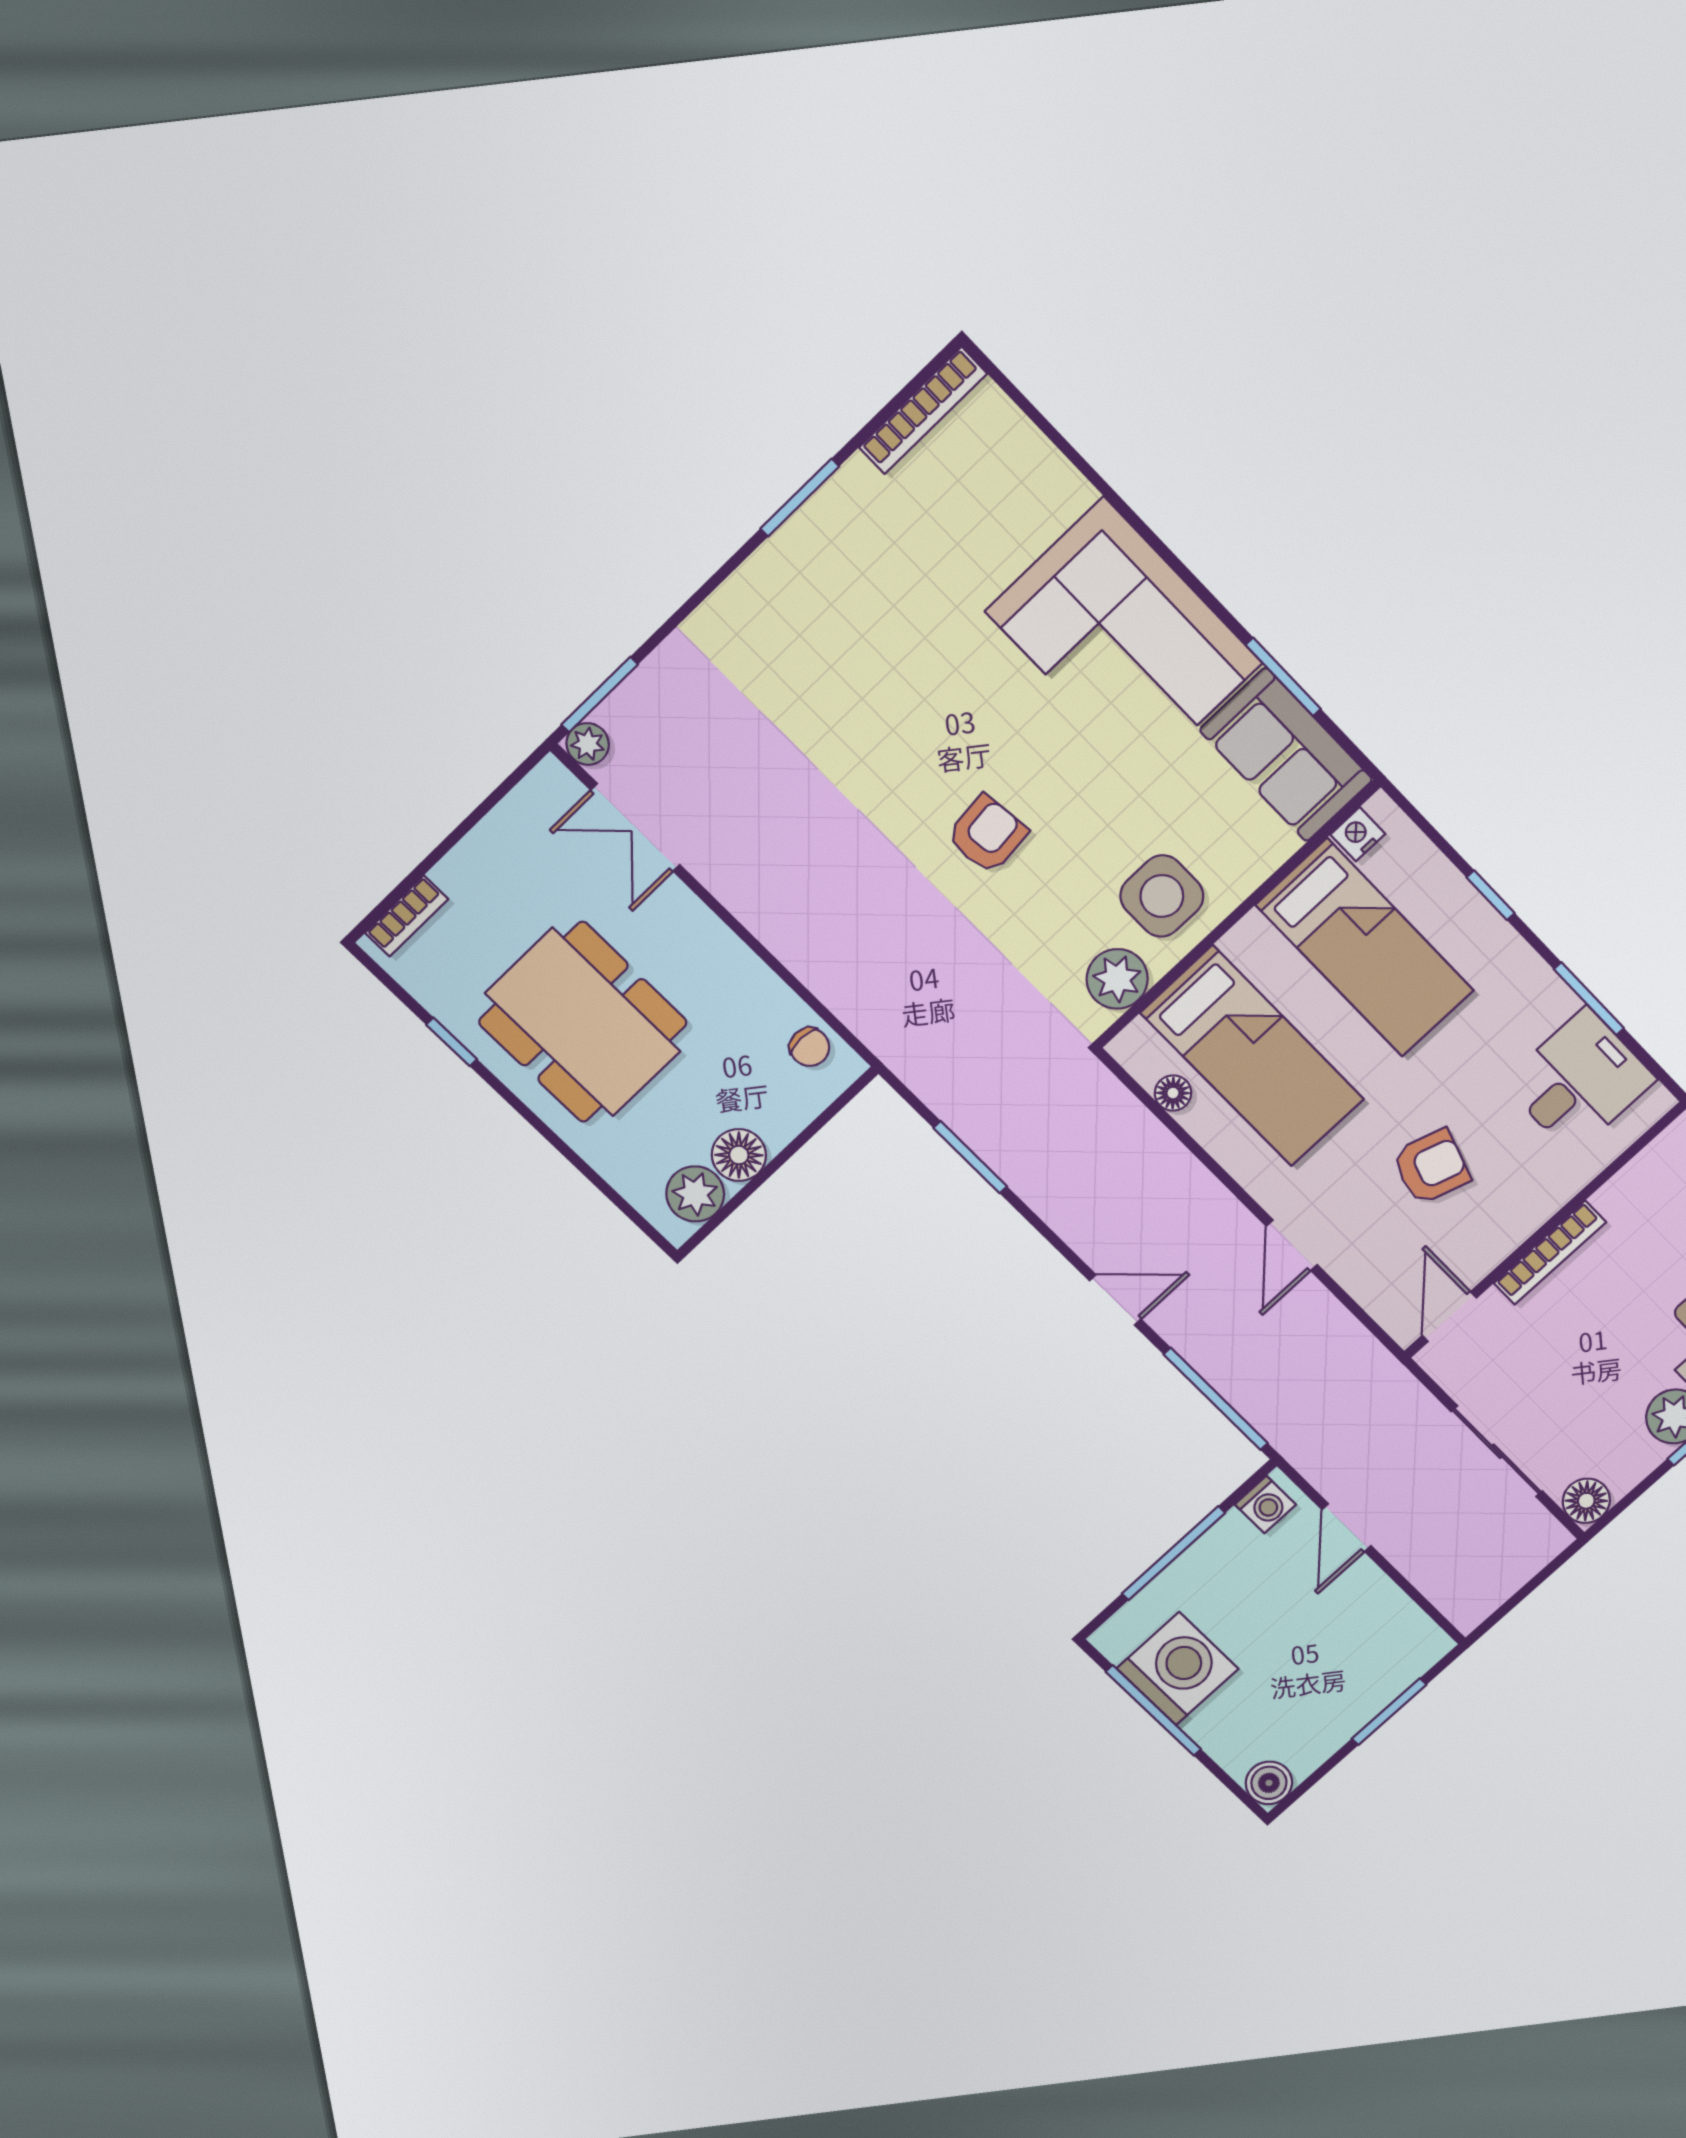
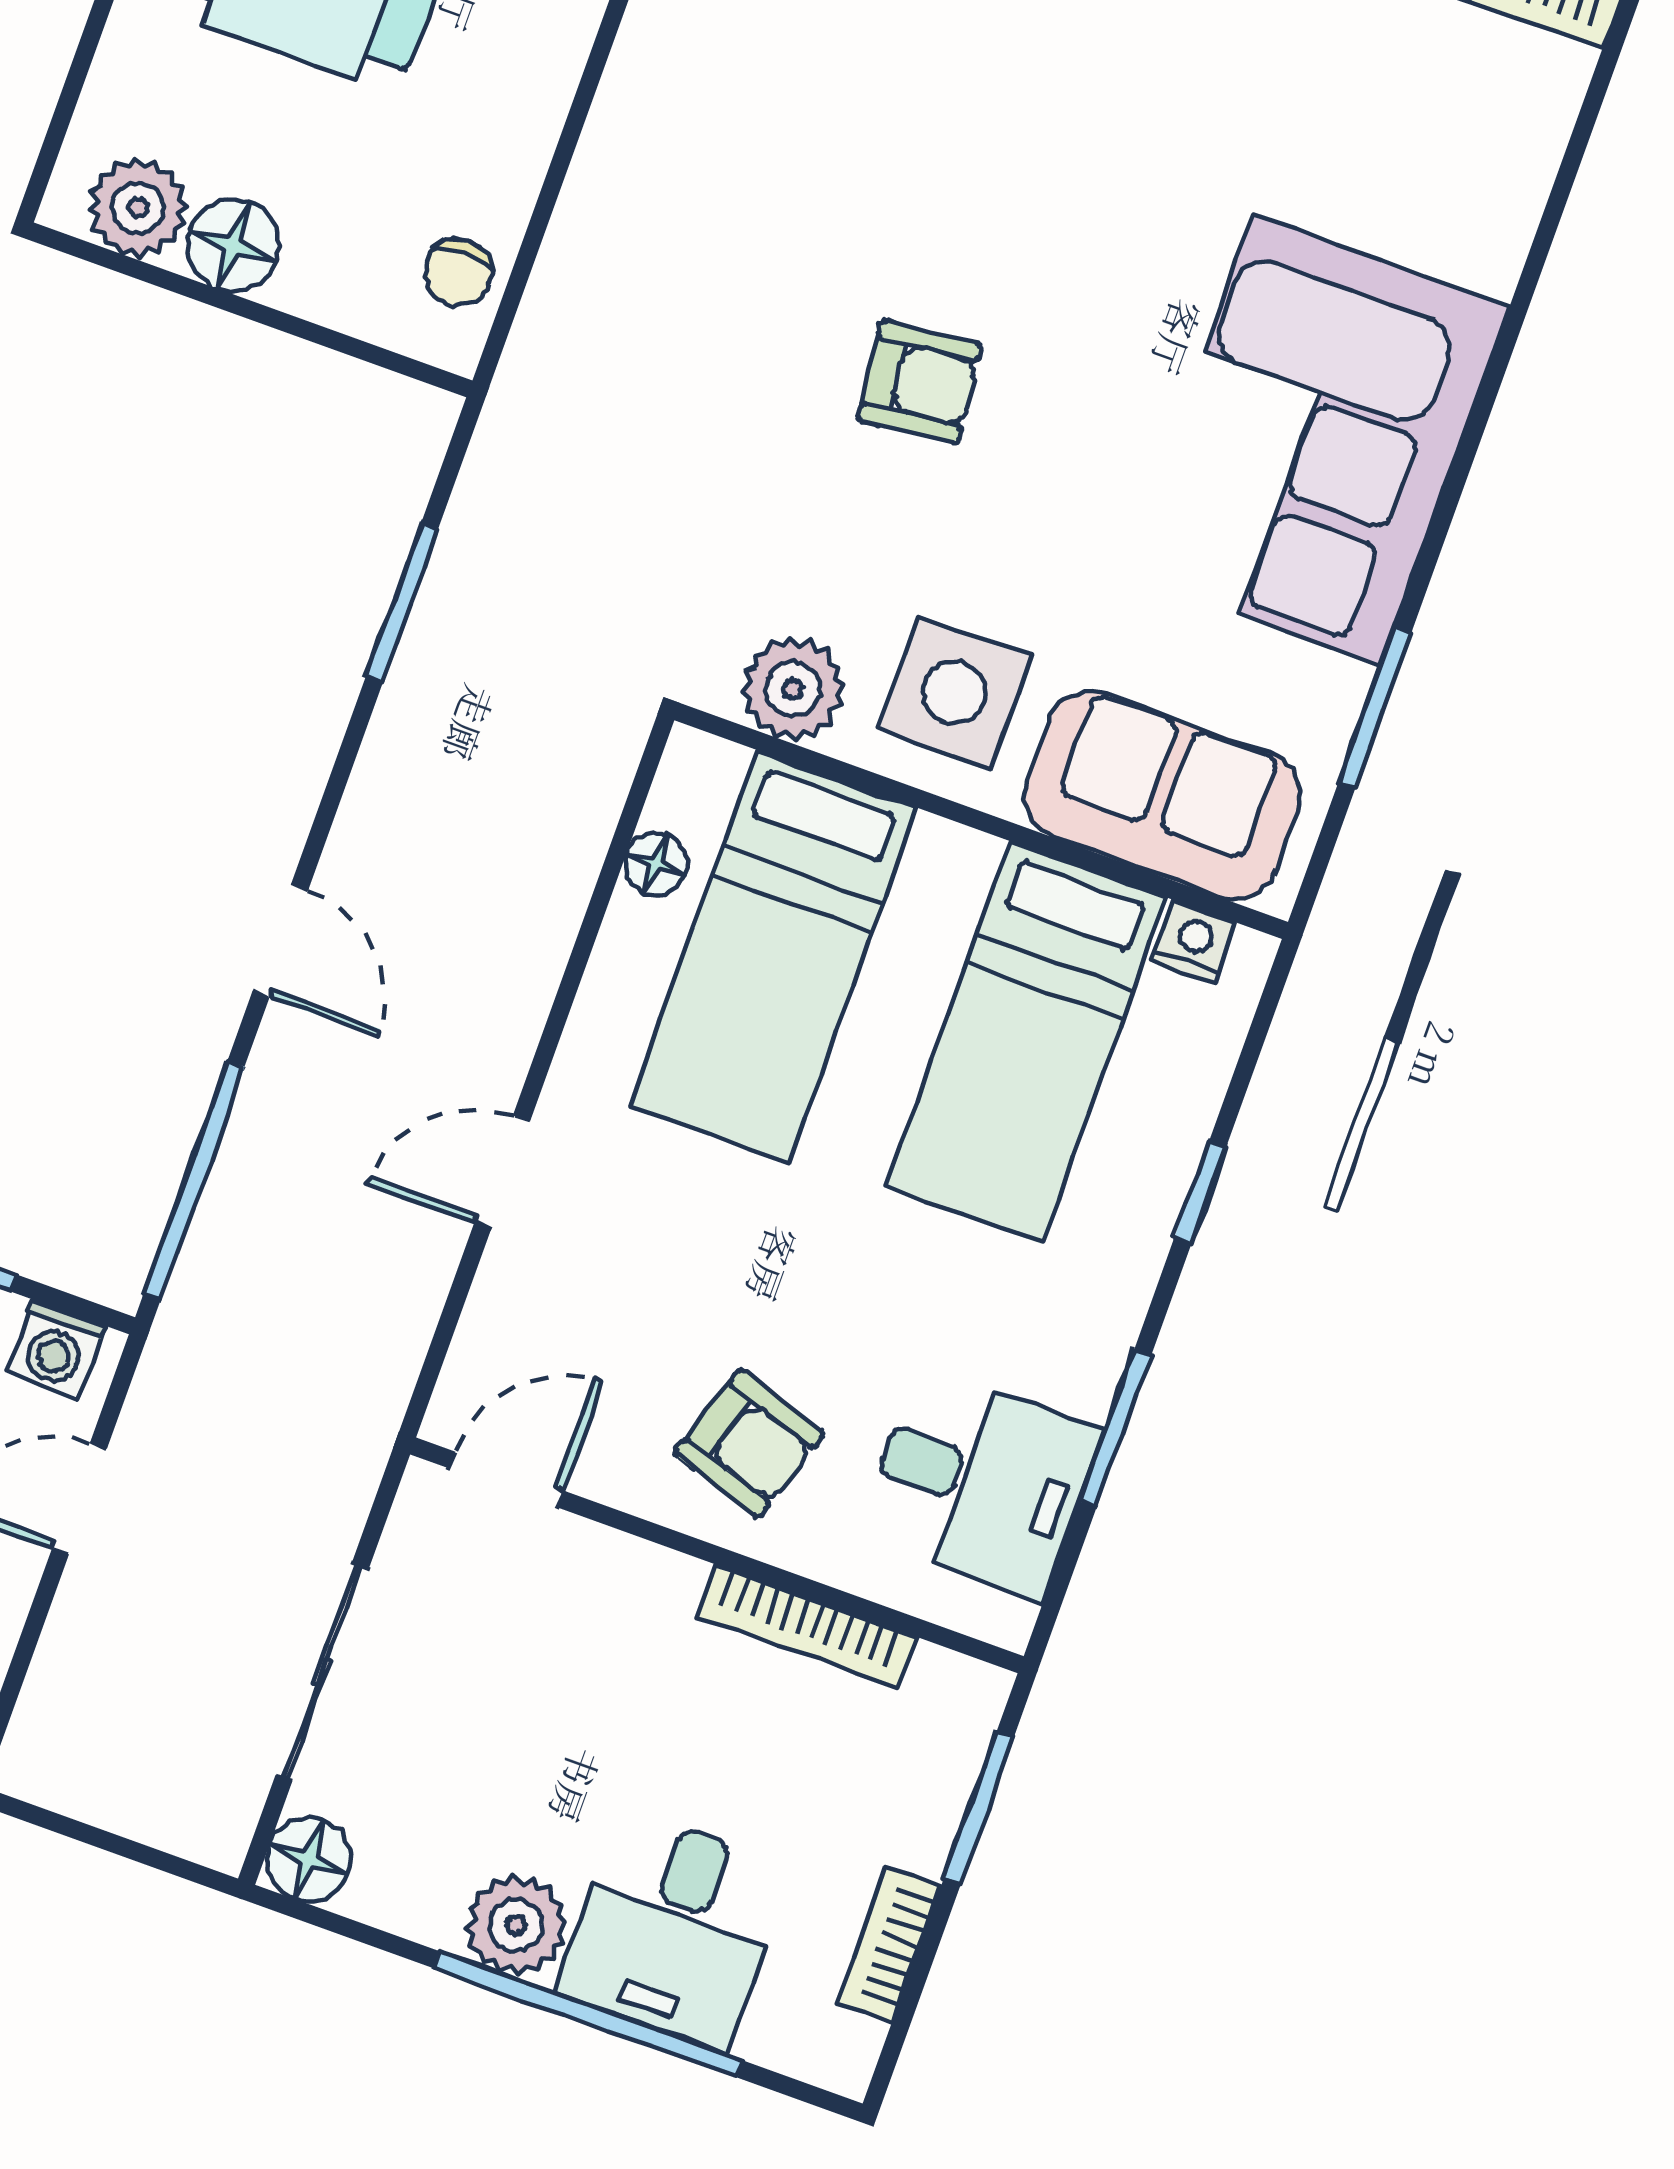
sofa: (1286, 755) -> (1162, 795), moved, turned 90
armchair: (1431, 1167) -> (749, 1443), moved
bookcase: (1550, 1253) -> (807, 1627), moved

